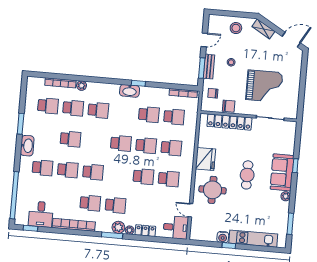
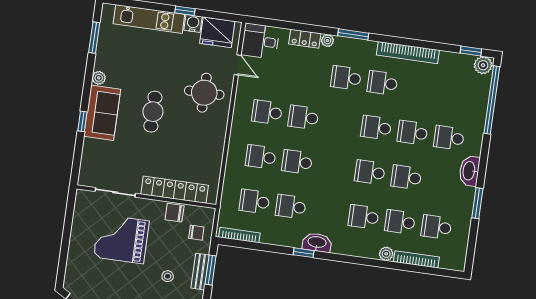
school desk: (121, 143) -> (370, 172), moved
fridge: (205, 159) -> (217, 32), moved, turned -90
desk: (41, 214) -> (455, 70), removed
plant: (118, 227) -> (483, 65), moved

